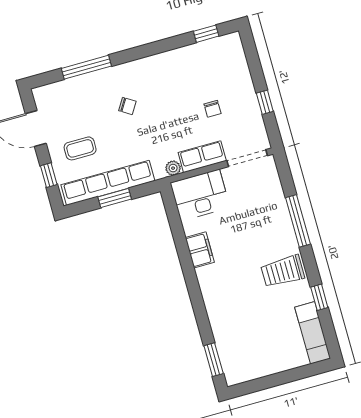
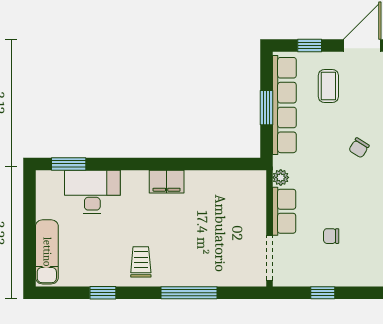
desk: (200, 195) -> (92, 192), moved, turned -90
filing cabinet: (200, 250) -> (167, 182), moved
trolley: (283, 271) -> (141, 262), width x0.73, depth x0.72
exam couch: (313, 333) -> (47, 252), moved, turned 90

